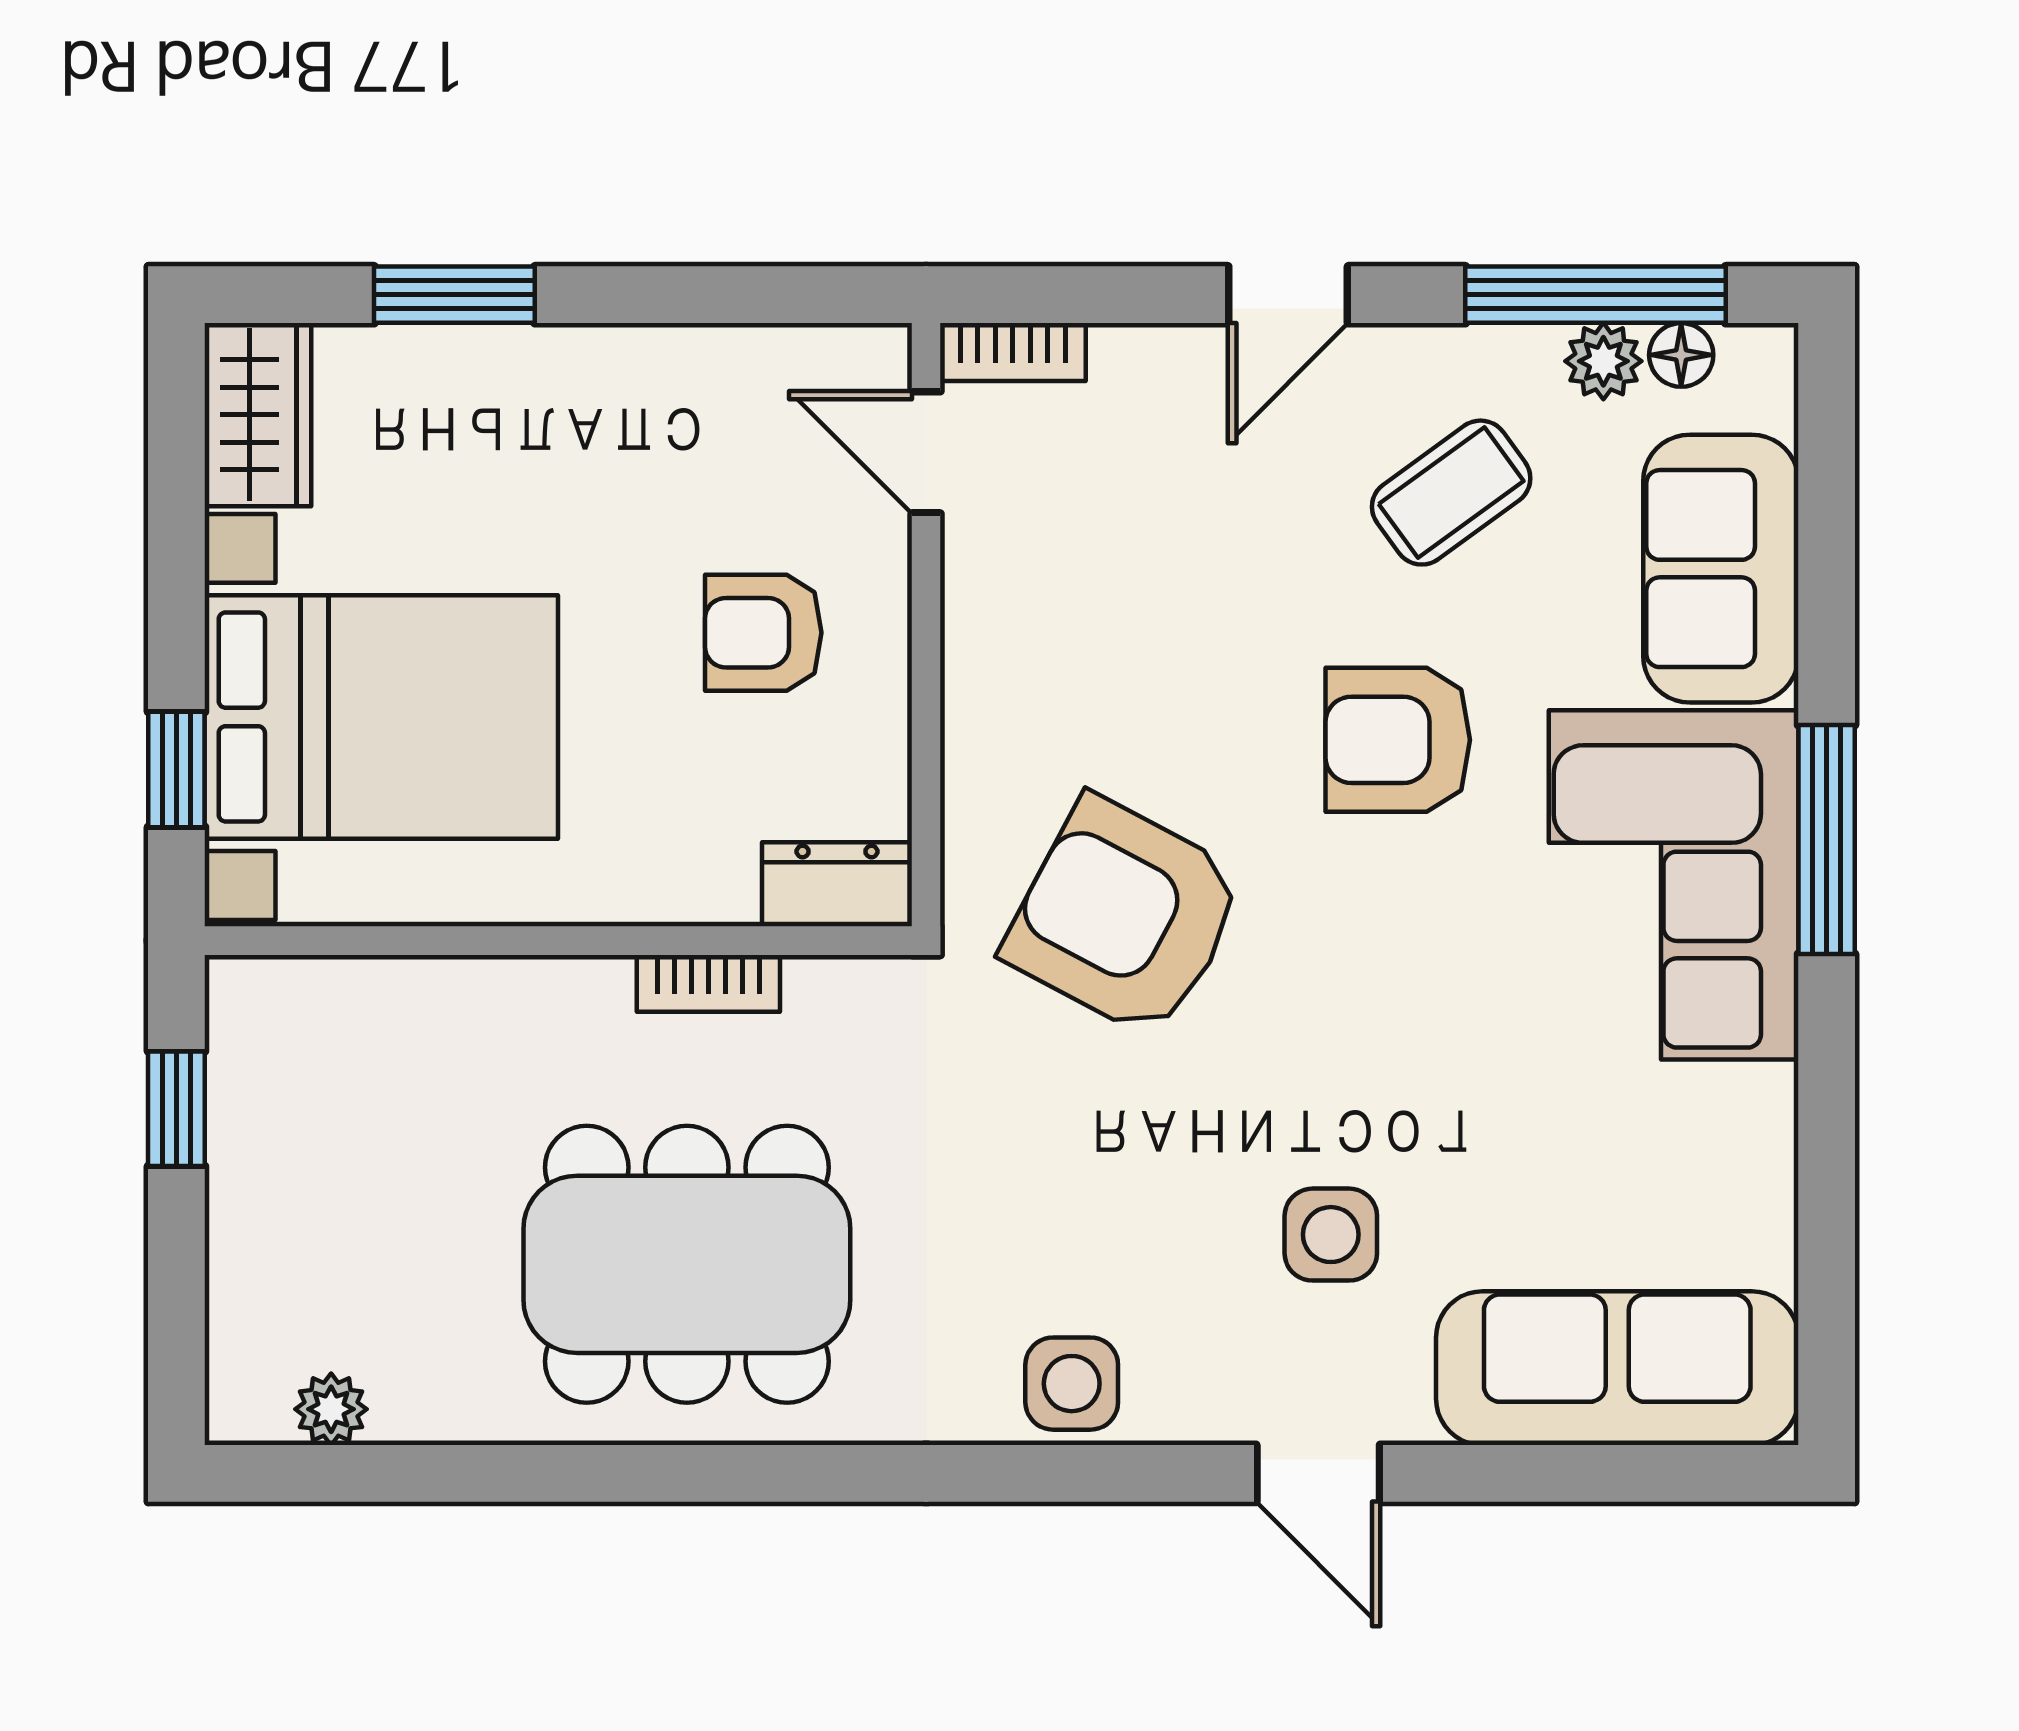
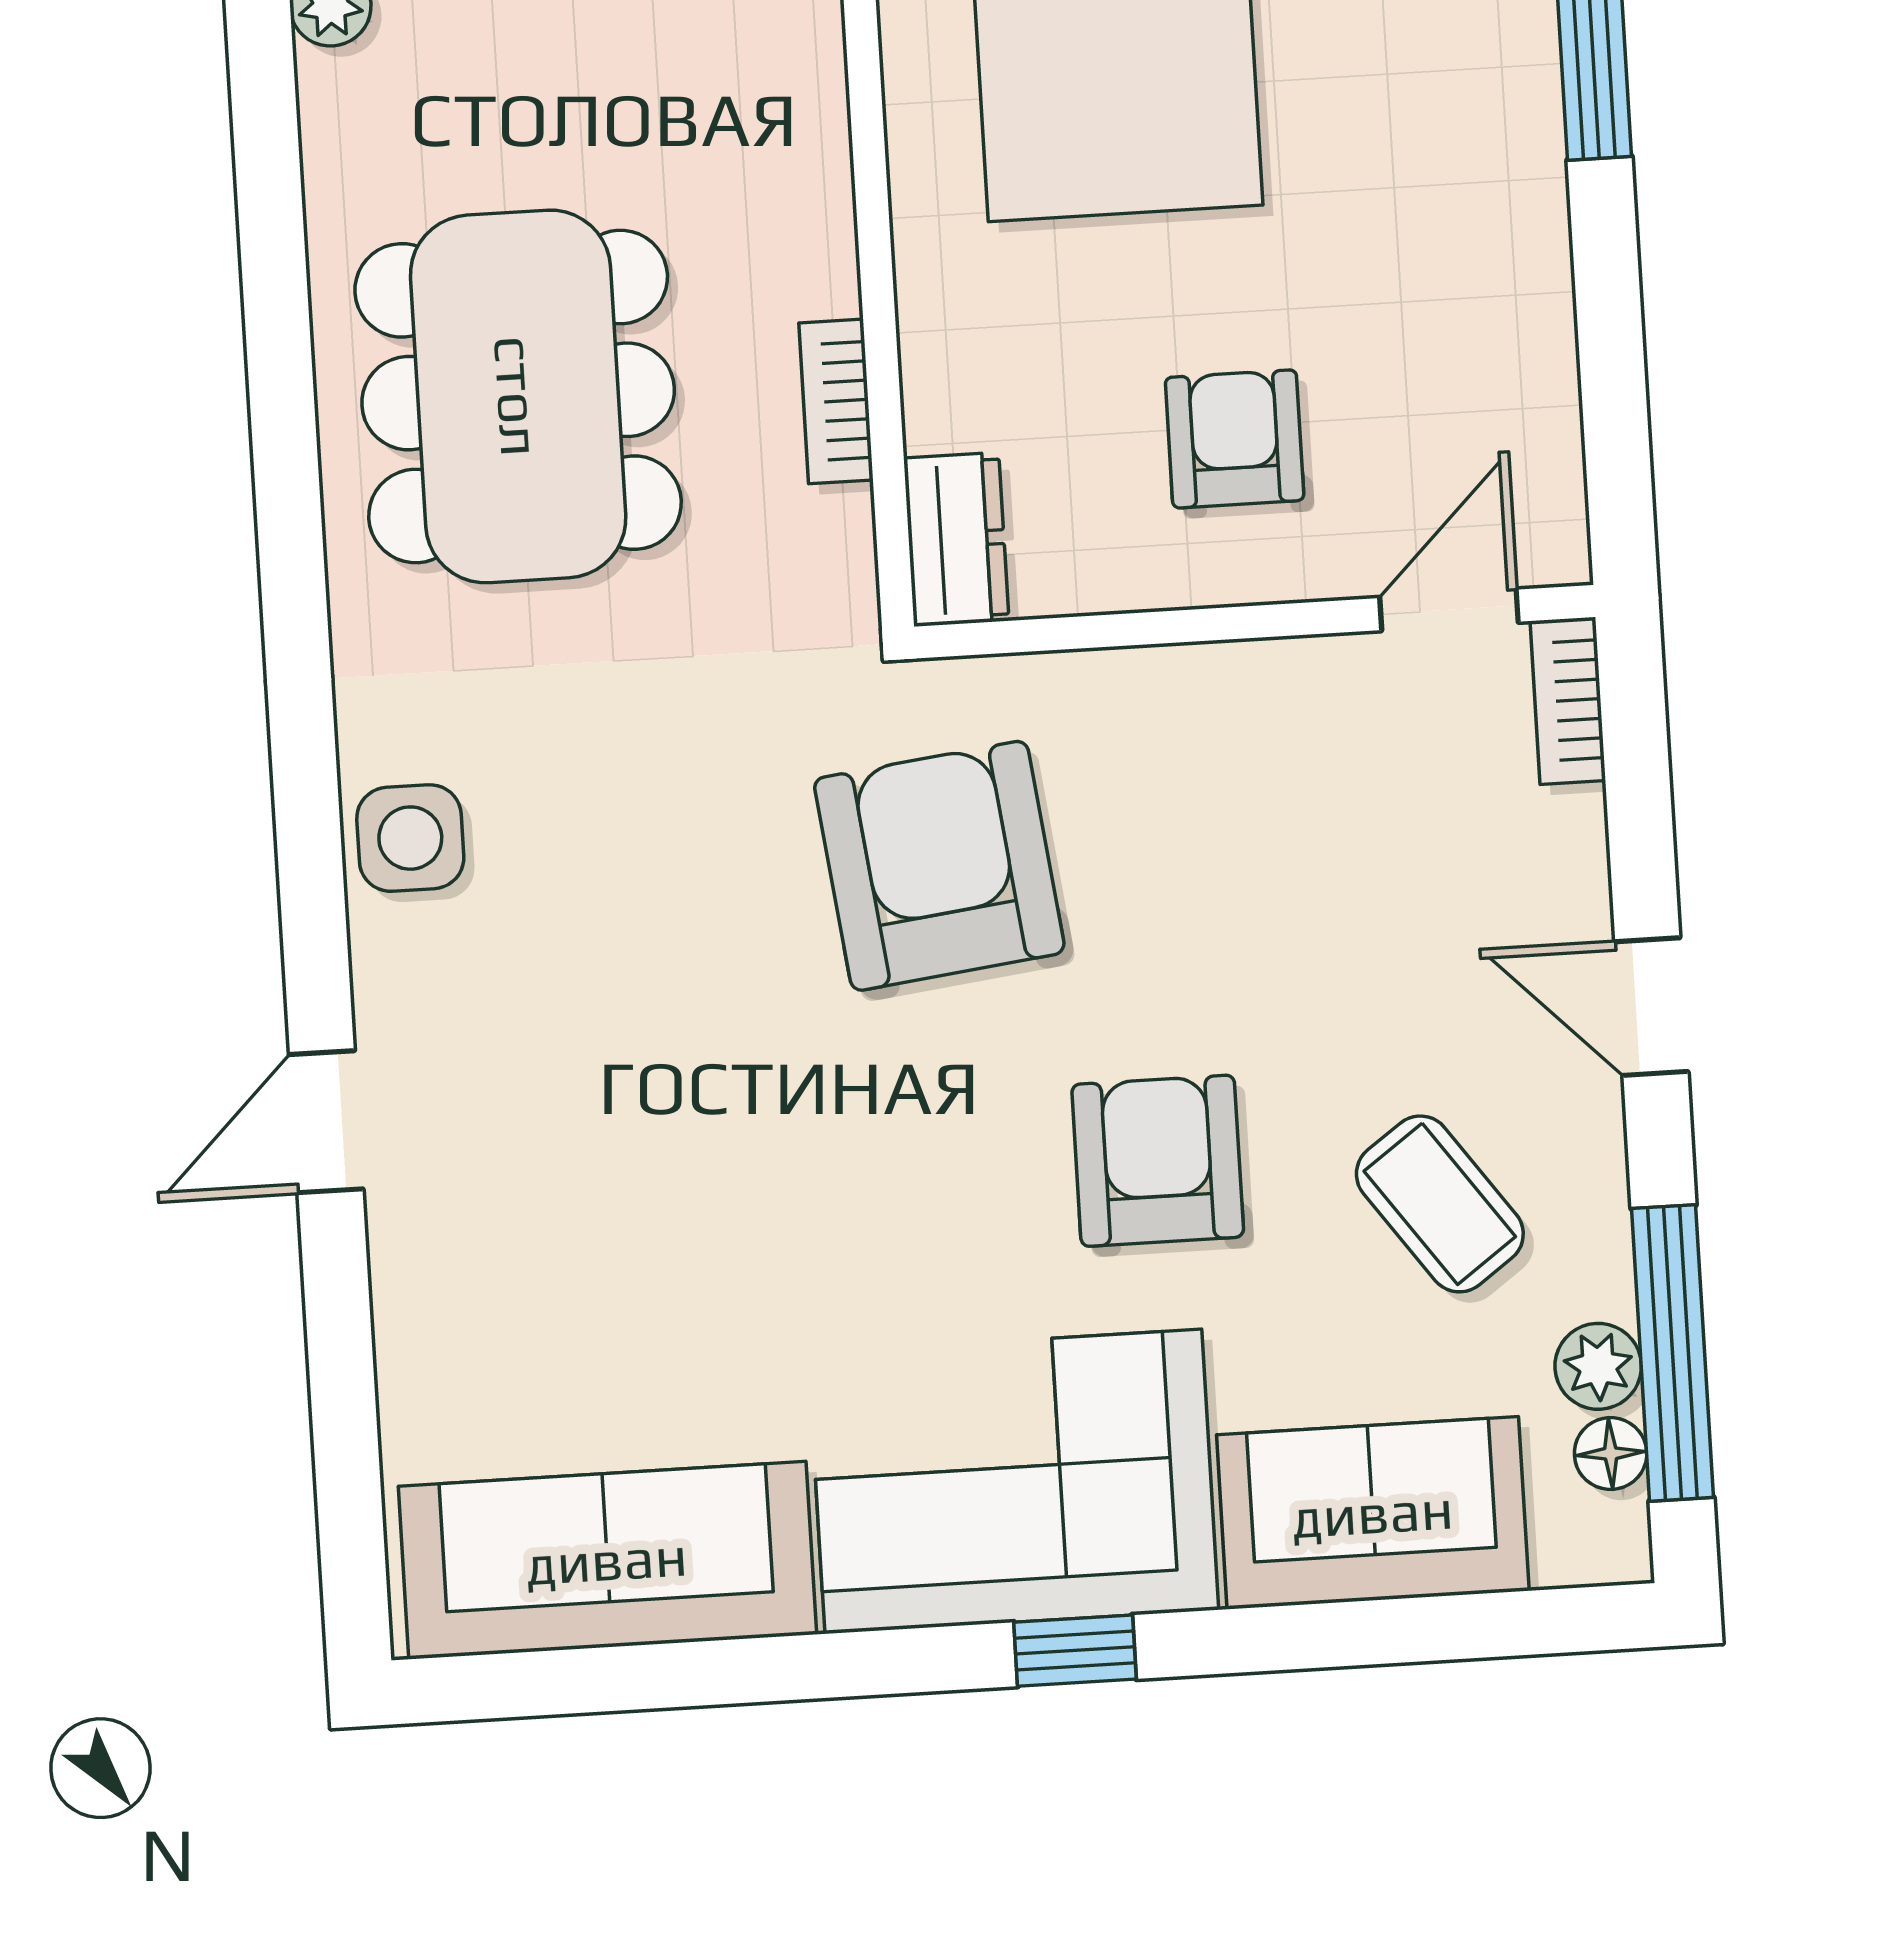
window: (1827, 839) -> (1075, 1651), width x0.46
armchair: (1125, 917) -> (939, 866), turned -35
side table: (1331, 1235) -> (596, 1120), removed
sofa: (1617, 1368) -> (607, 1560), moved, turned -90

